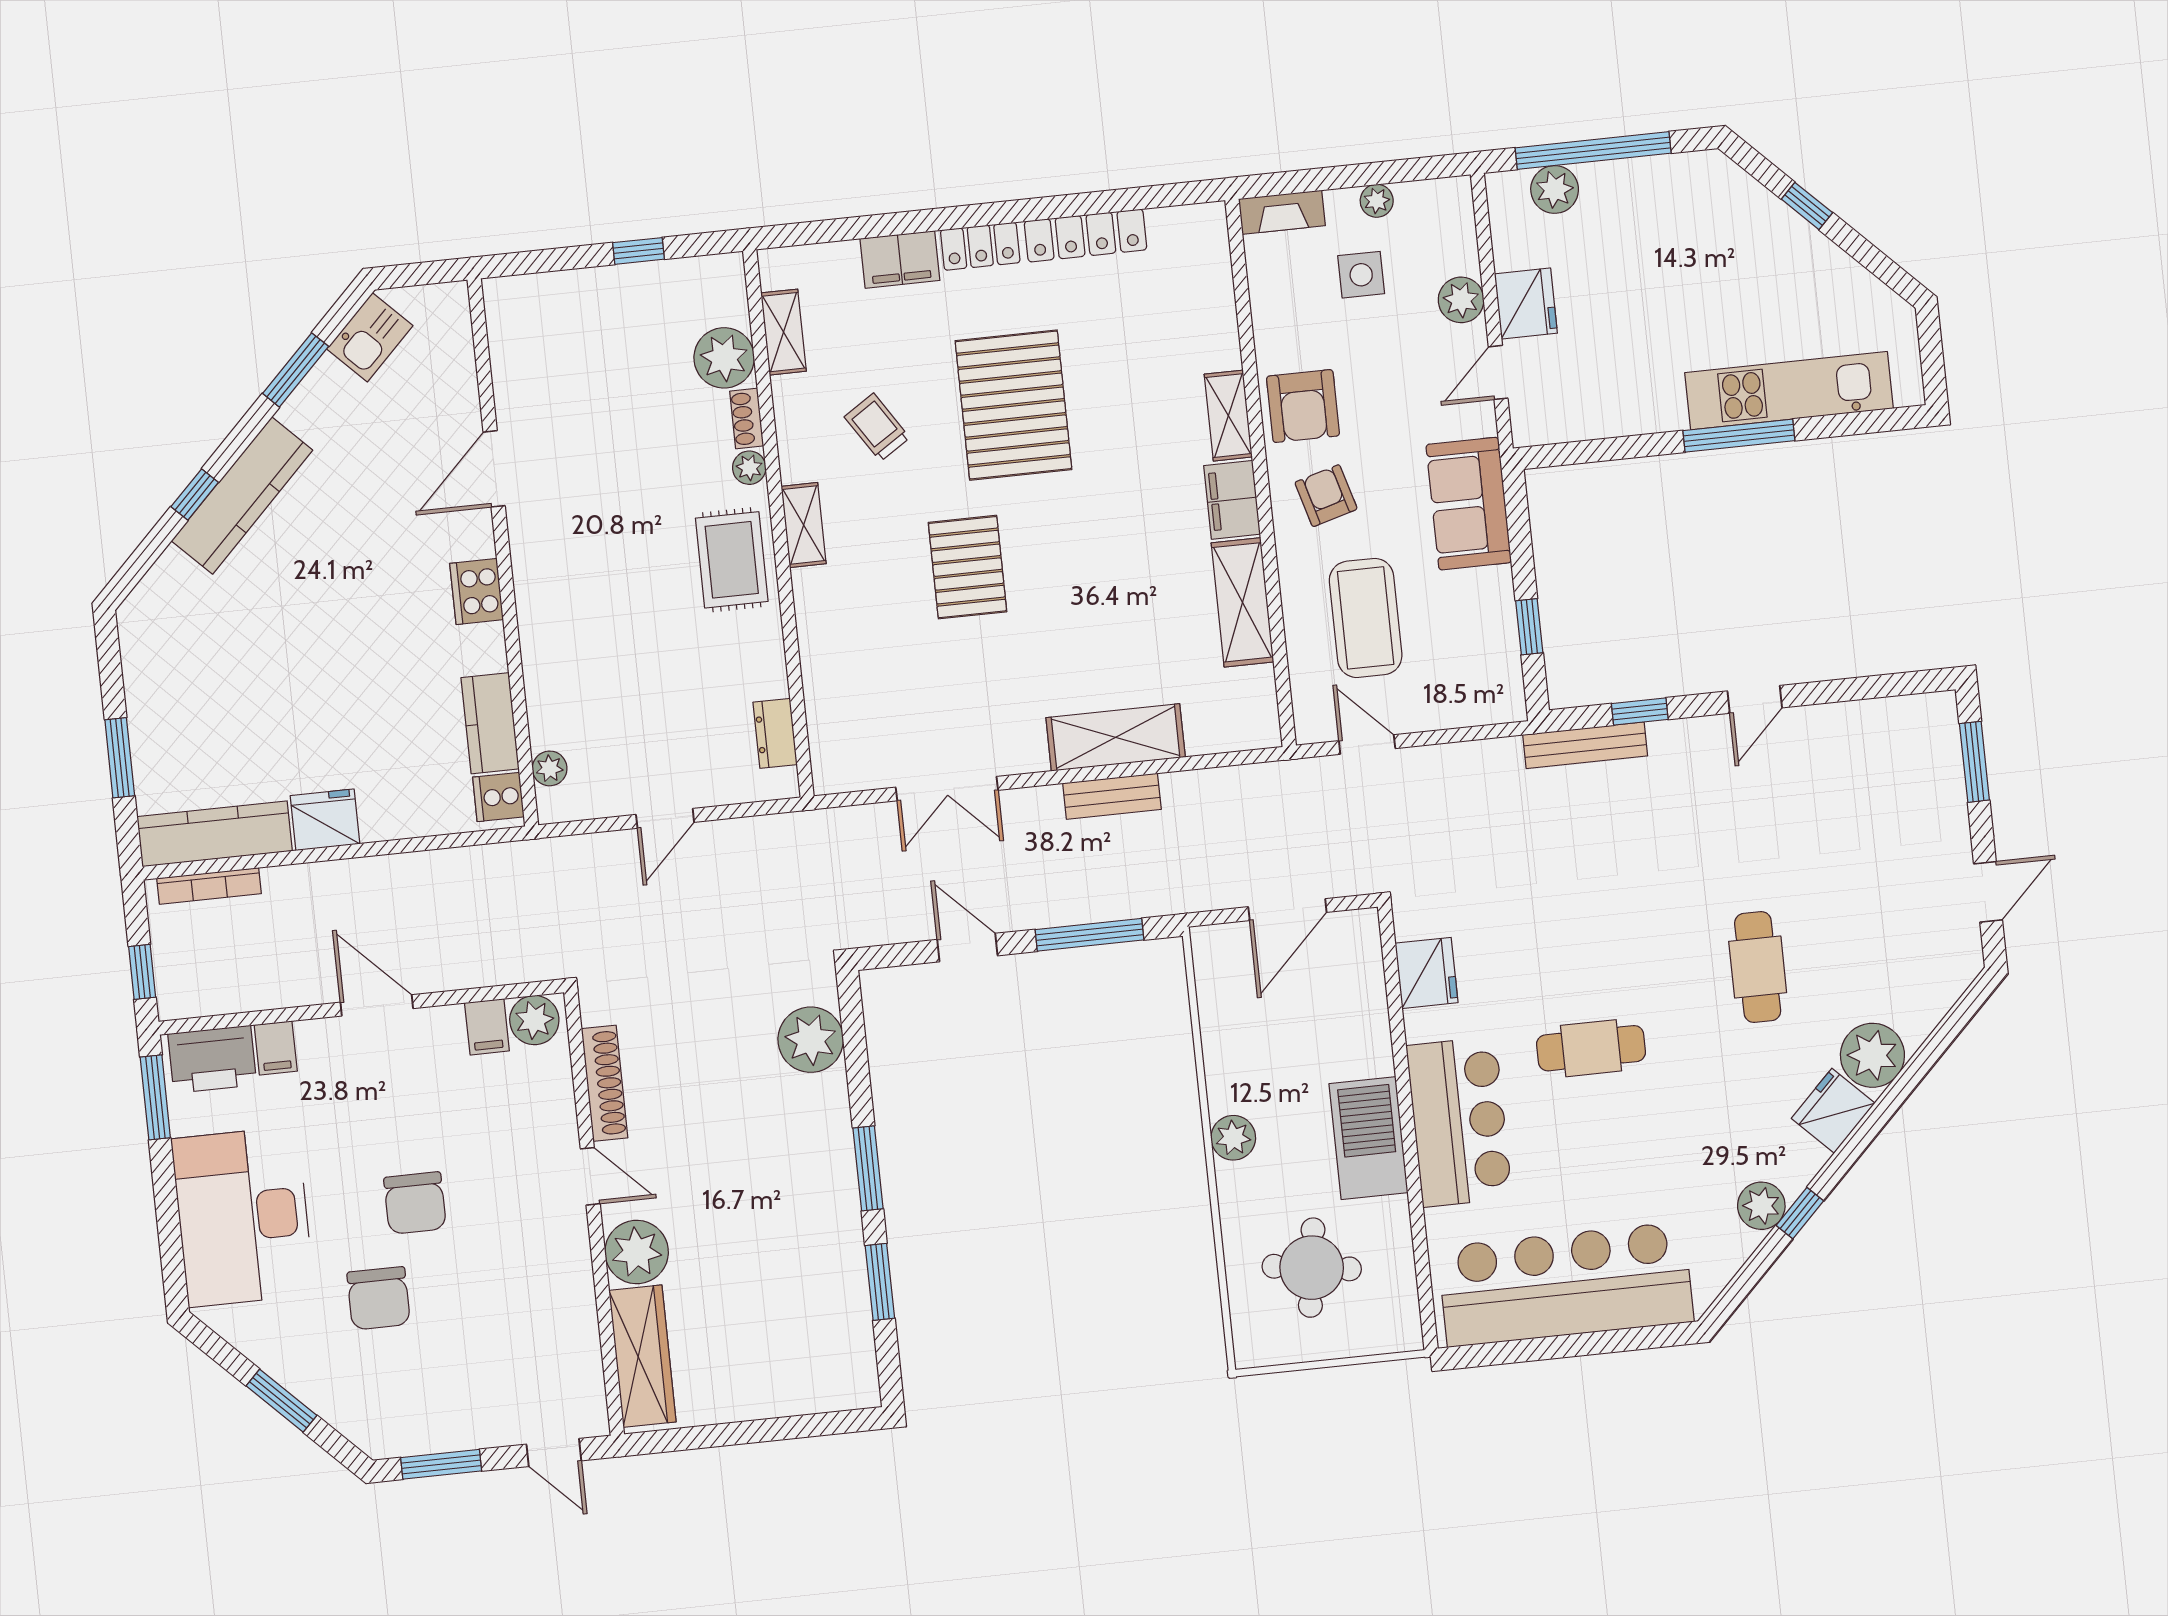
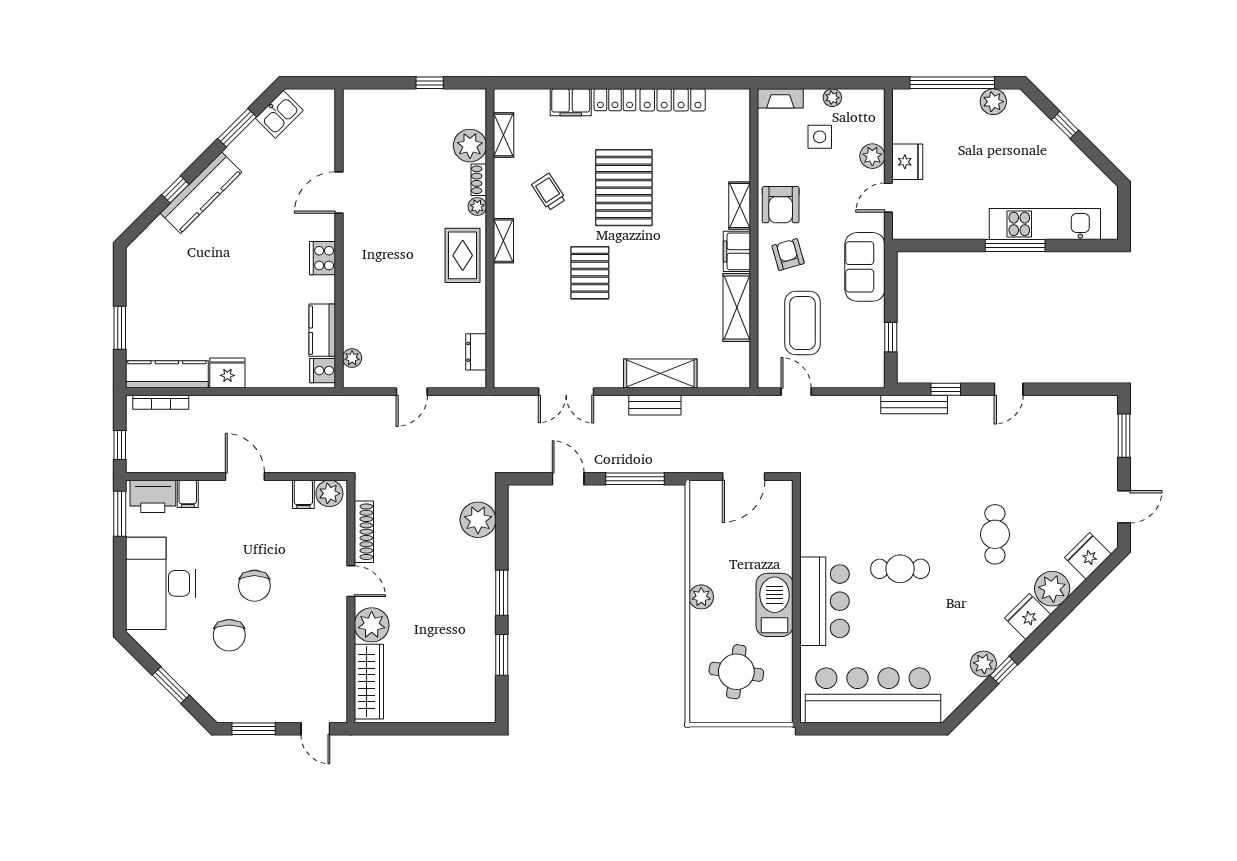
plant: (1555, 190) -> (993, 102), moved
fridge: (1426, 973) -> (1088, 556), moved, turned -135

